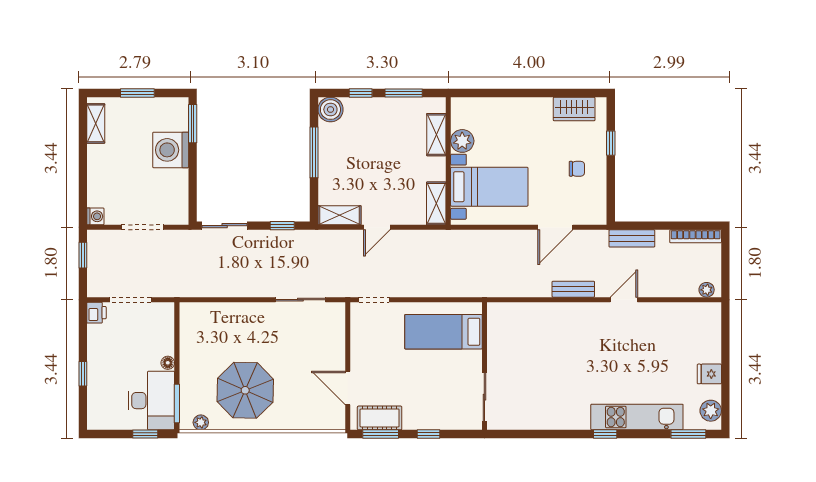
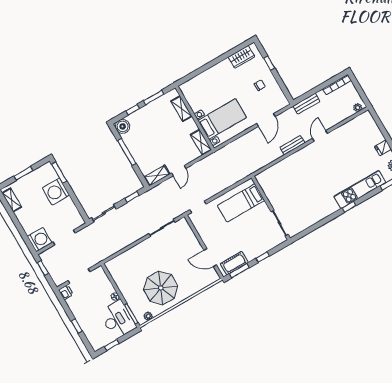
plant: (462, 141) -> (196, 104), removed
washing machine: (95, 216) -> (40, 240), width x1.89, depth x1.89
window: (145, 434) -> (112, 345), moved

